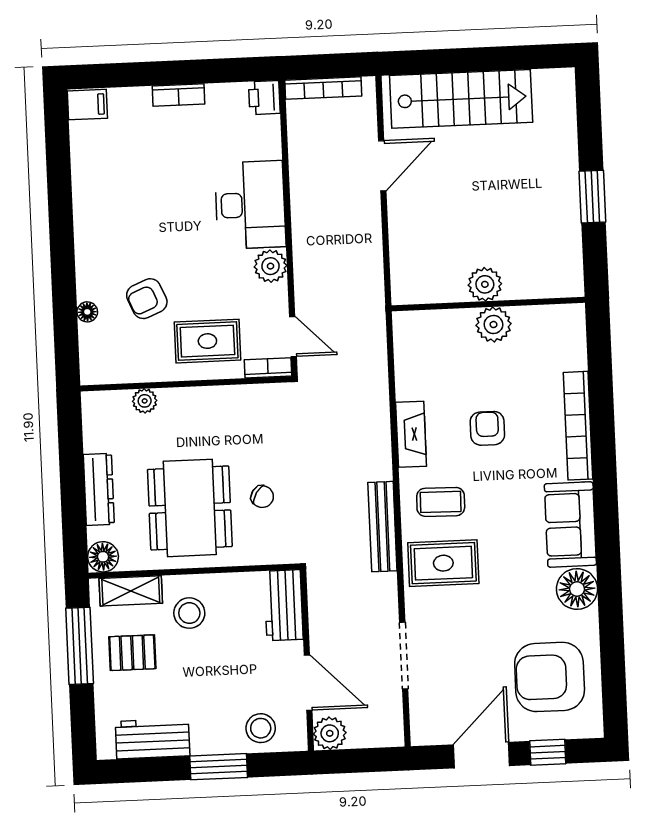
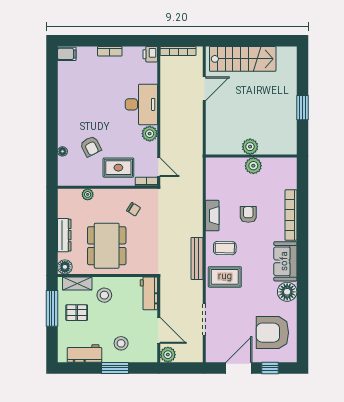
armchair: (147, 299) -> (91, 146), turned -94
chair: (262, 497) -> (133, 209), moved
stool: (261, 728) -> (121, 343), moved

